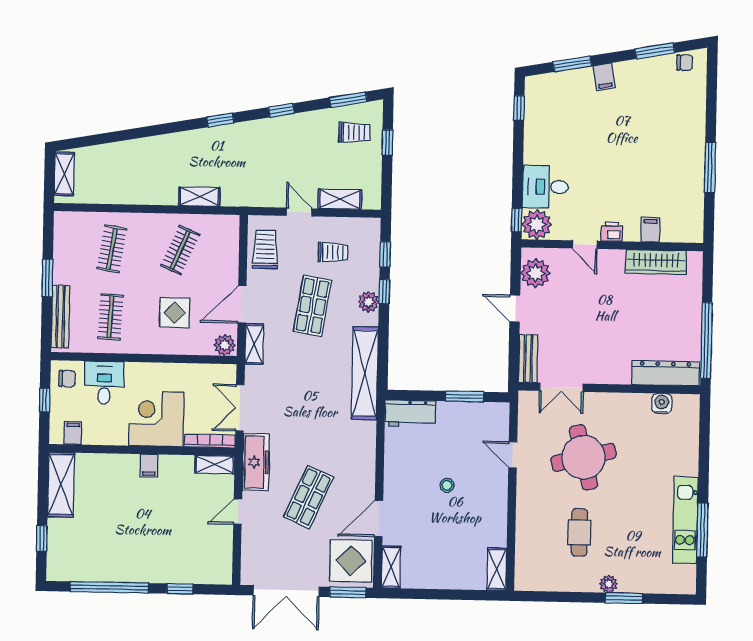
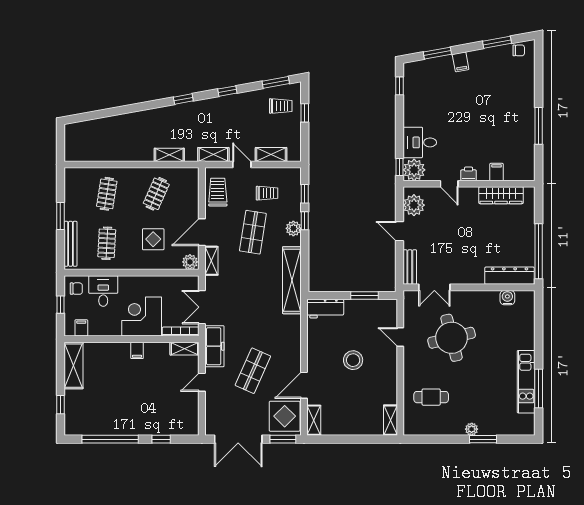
shelving: (64, 174) -> (213, 155), moved, turned 90
stool: (447, 485) -> (353, 360), width x1.89, depth x1.89
cafe table: (579, 532) -> (431, 397), moved, turned 90

